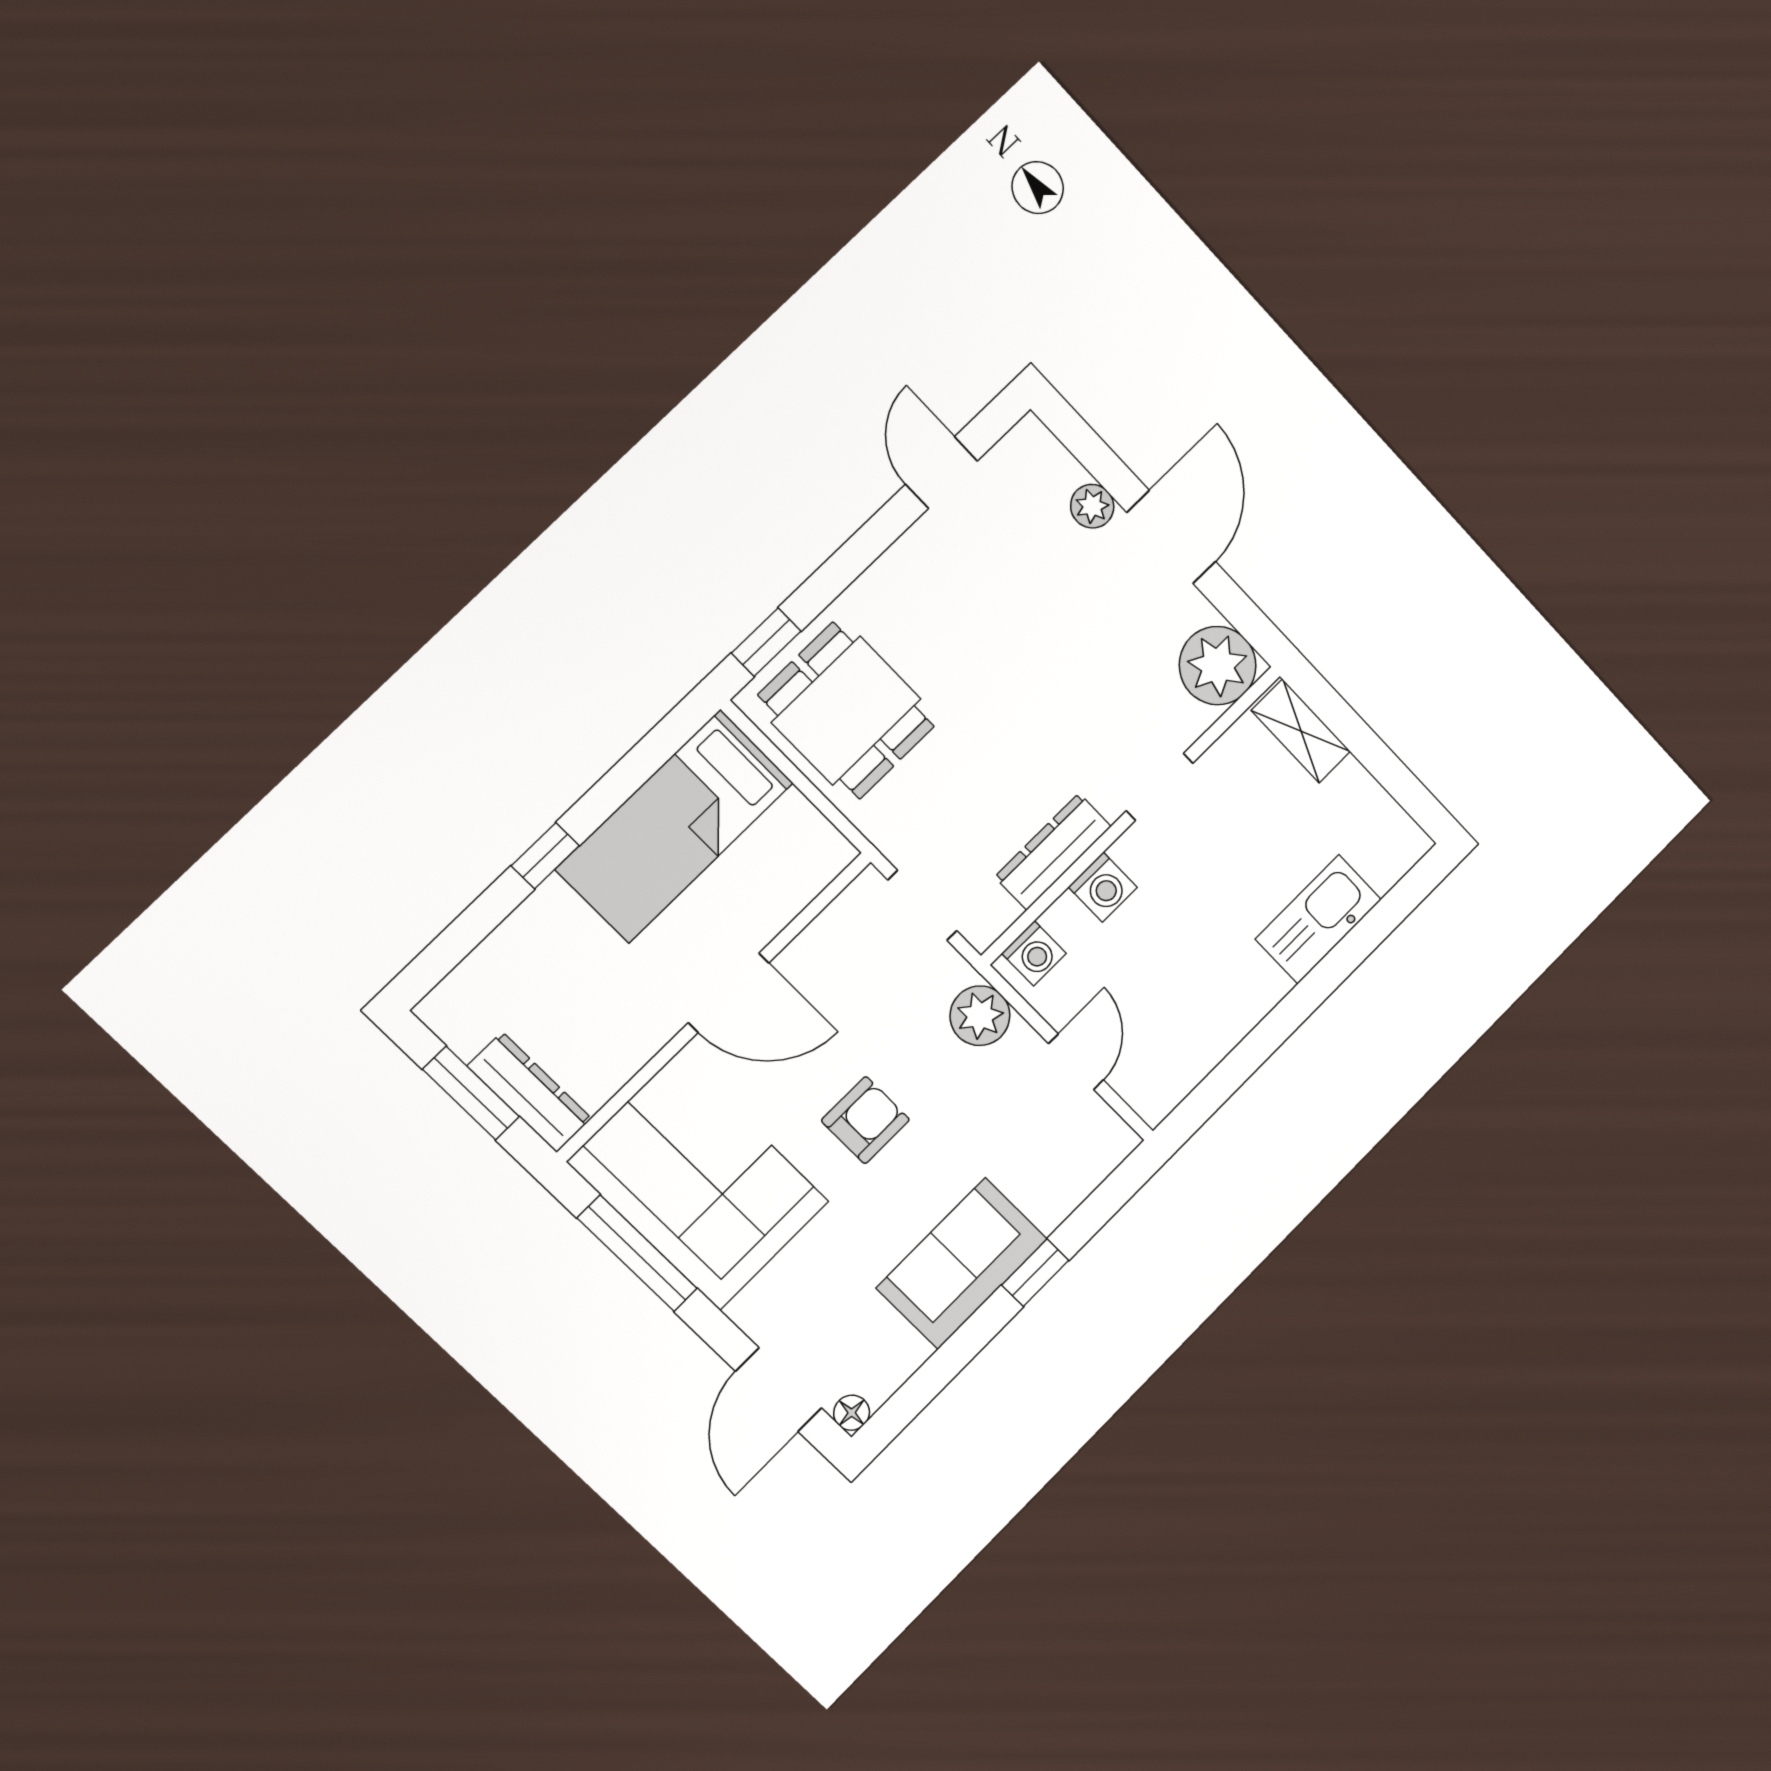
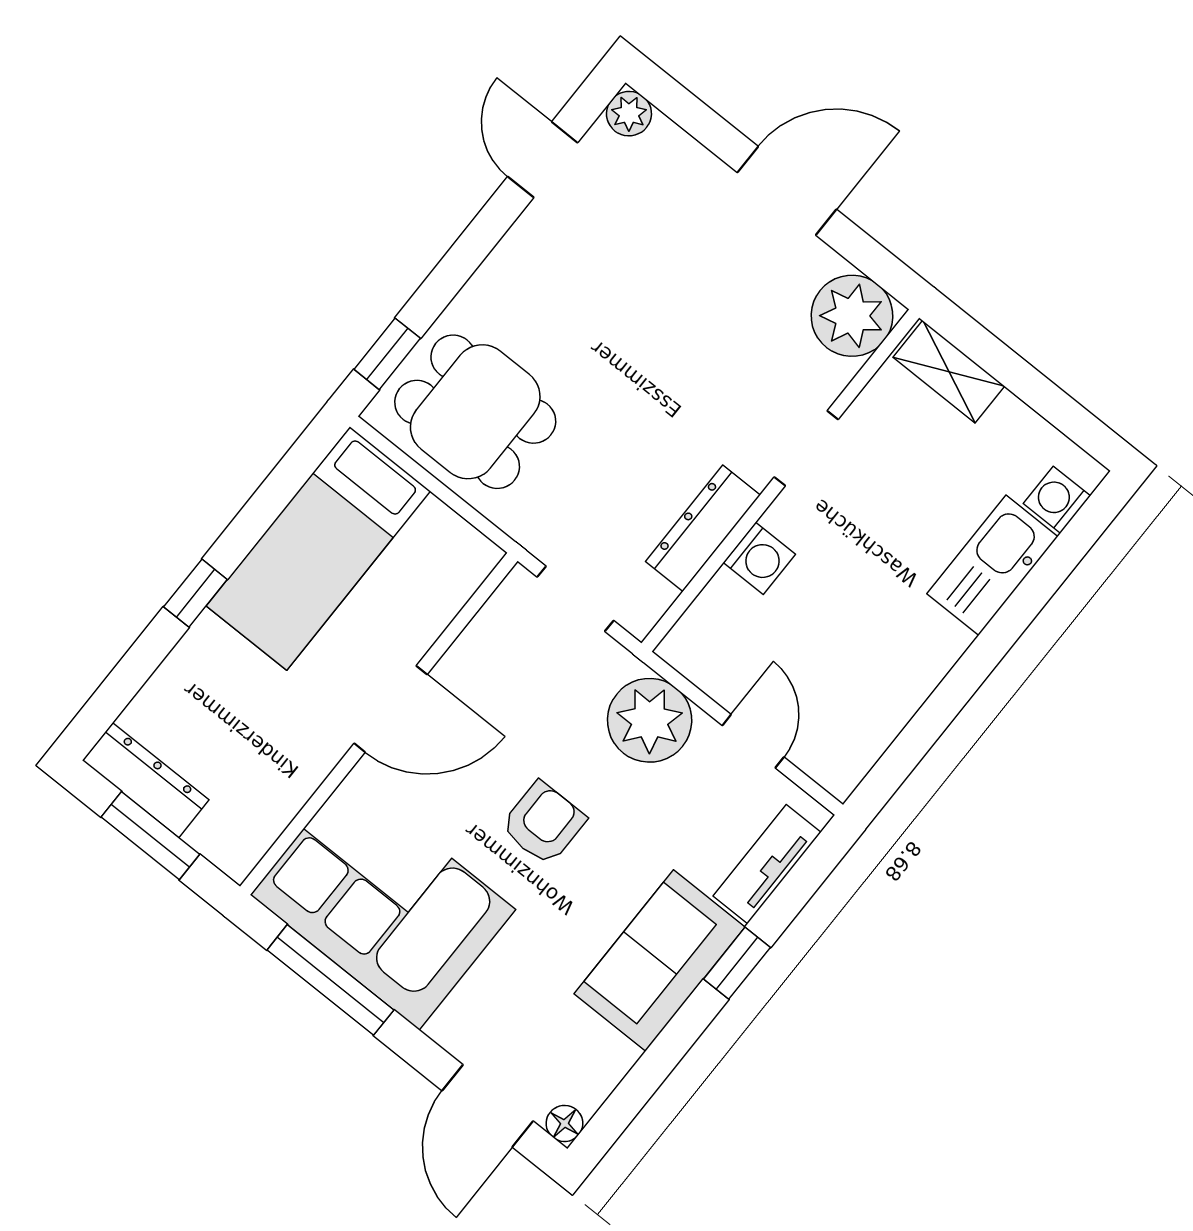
plant: (1092, 506) -> (629, 114), moved
door: (1171, 537) -> (787, 191), hinge flipped
washing machine: (1034, 953) -> (1057, 500), moved, turned 180
plant: (980, 1016) -> (650, 720), width x1.36, depth x1.36
dresser: (530, 1092) -> (146, 780), moved
tv unit: (1075, 1181) -> (767, 864), added

